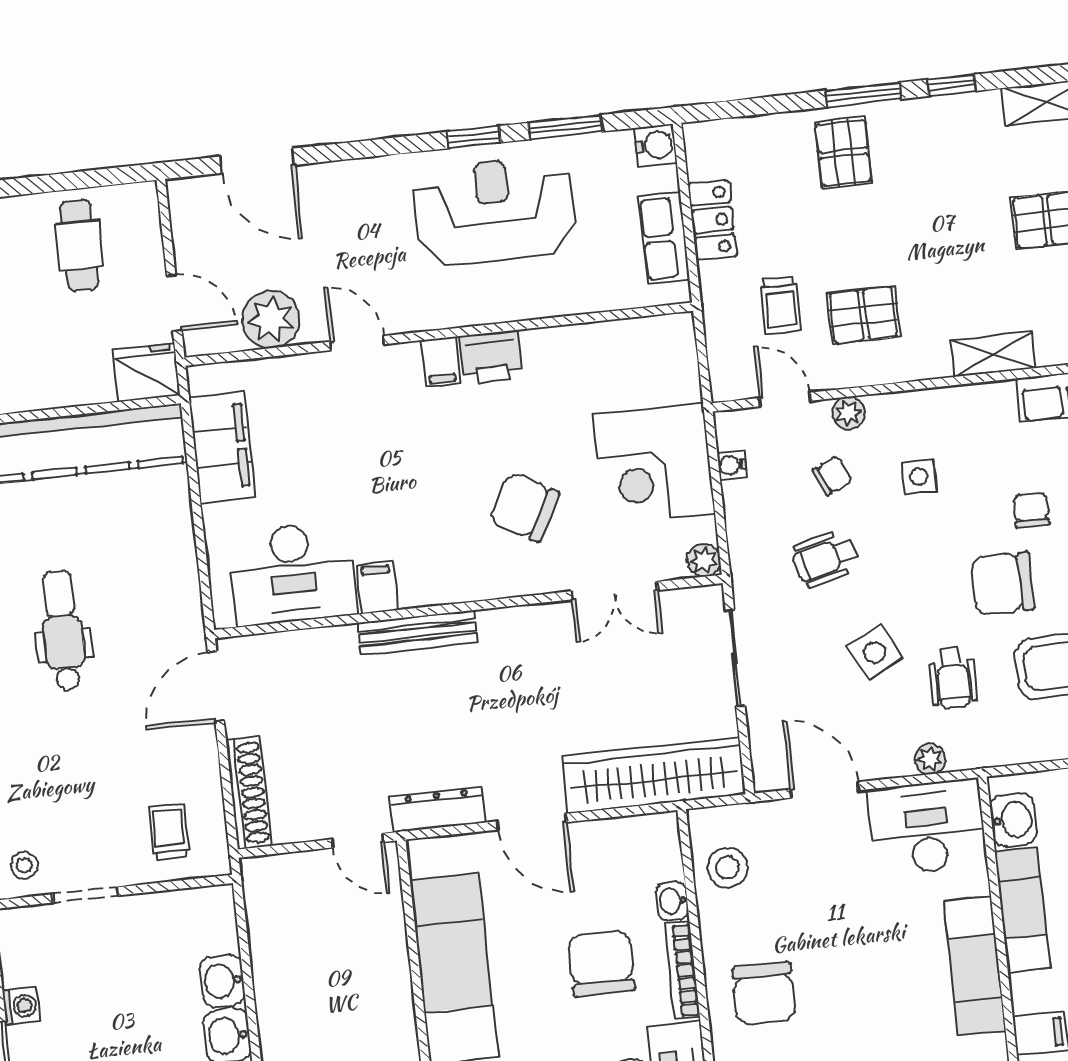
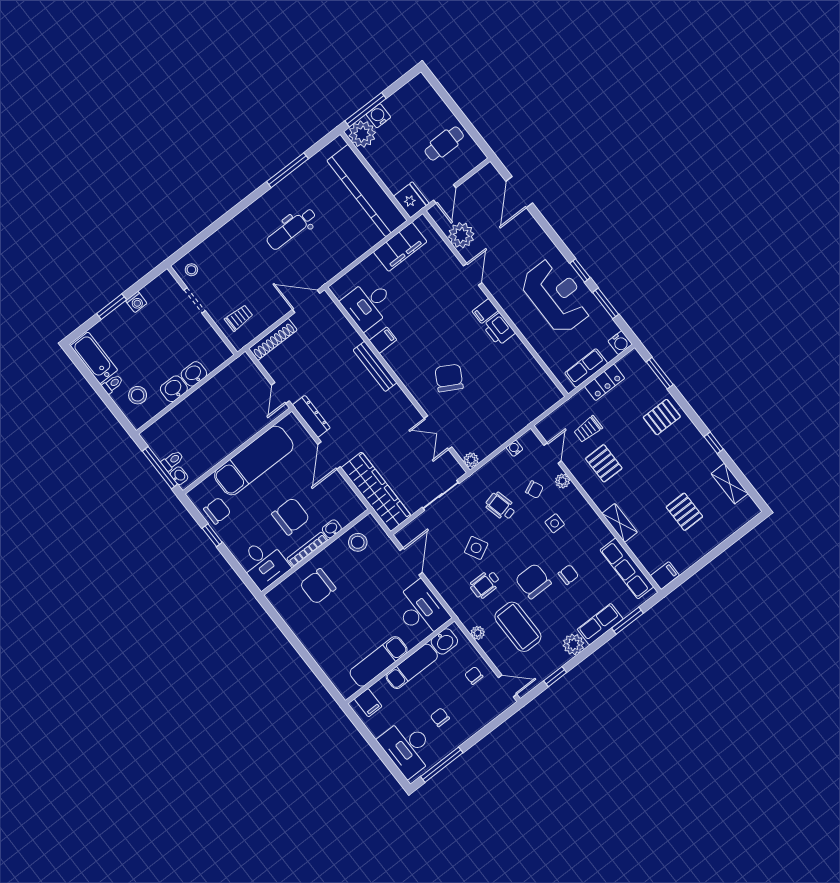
window: (863, 95) -> (660, 373), moved
corner desk: (654, 464) -> (496, 418), removed
desk: (292, 573) -> (368, 304), width x0.73
dental chair: (63, 630) -> (291, 229), turned 180
plant: (930, 759) -> (478, 633), moved

